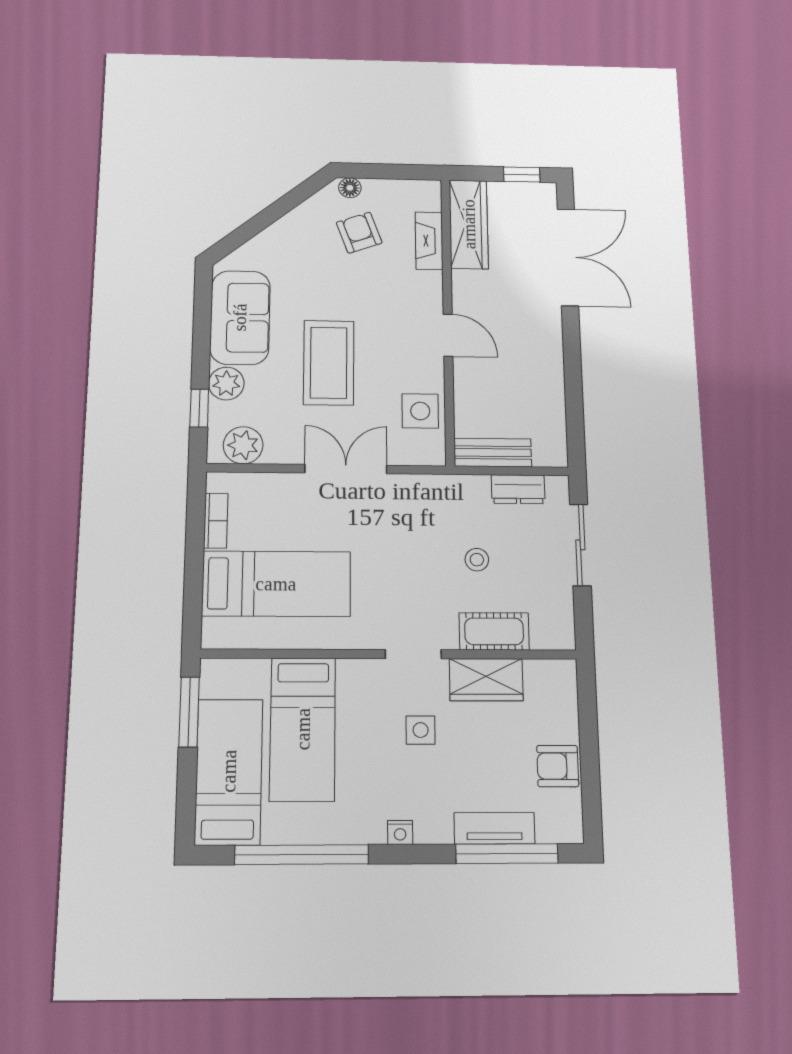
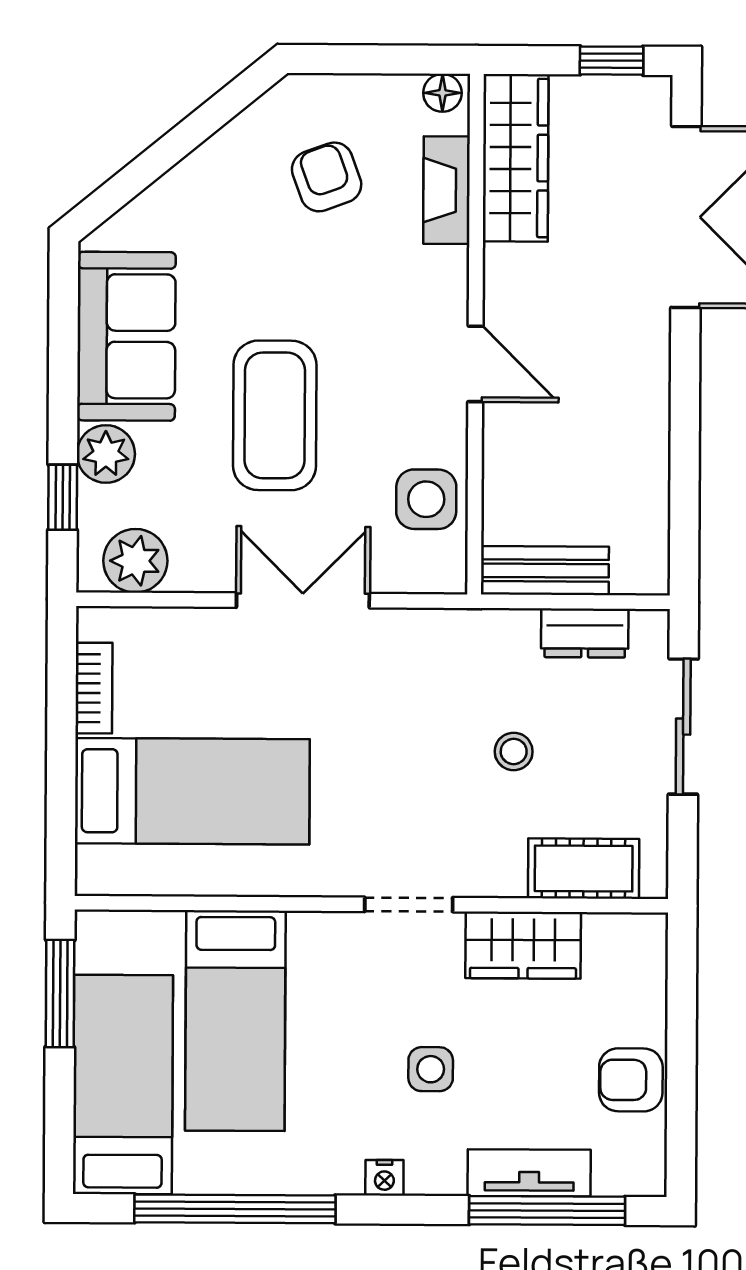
floor lamp: (350, 188) -> (442, 93), moved
cot: (494, 631) -> (584, 869), moved
side table: (421, 730) -> (431, 1069), moved

